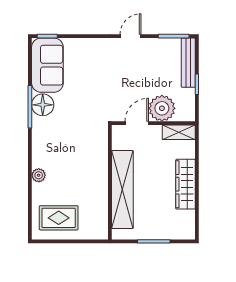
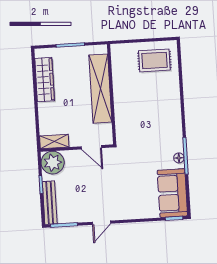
floor lamp: (43, 105) -> (179, 158), width x0.53, depth x0.53
plant: (162, 108) -> (53, 163), moved
door: (137, 123) -> (91, 147), hinge flipped
plant: (39, 175) -> (174, 97), removed
wardrobe: (186, 184) -> (45, 80), moved

